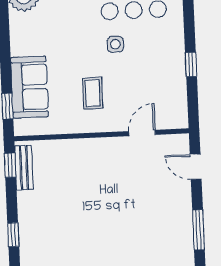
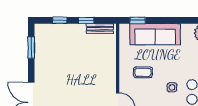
sofa: (29, 87) -> (155, 34), width x1.36
window: (10, 165) -> (86, 20), moved

